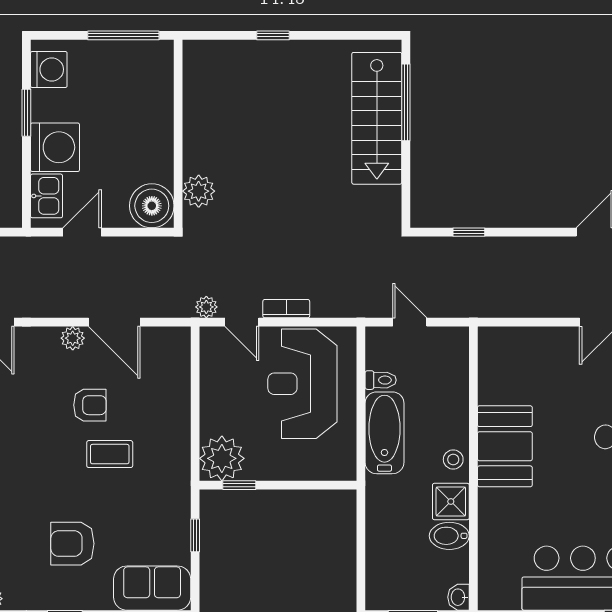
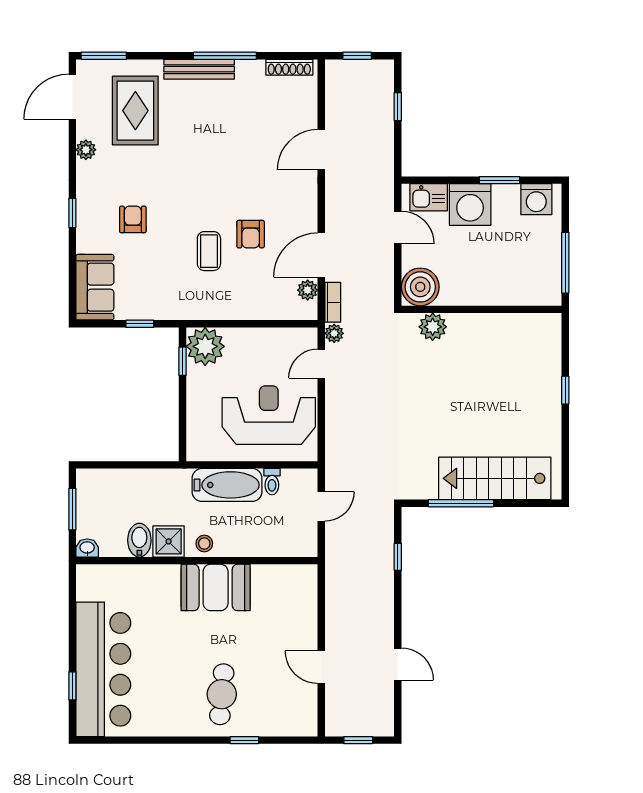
window: (406, 102) -> (461, 503), moved
bookcase: (286, 309) -> (333, 302), moved
plant: (73, 338) -> (308, 290), moved
armchair: (72, 544) -> (133, 219), width x0.72, depth x0.72

